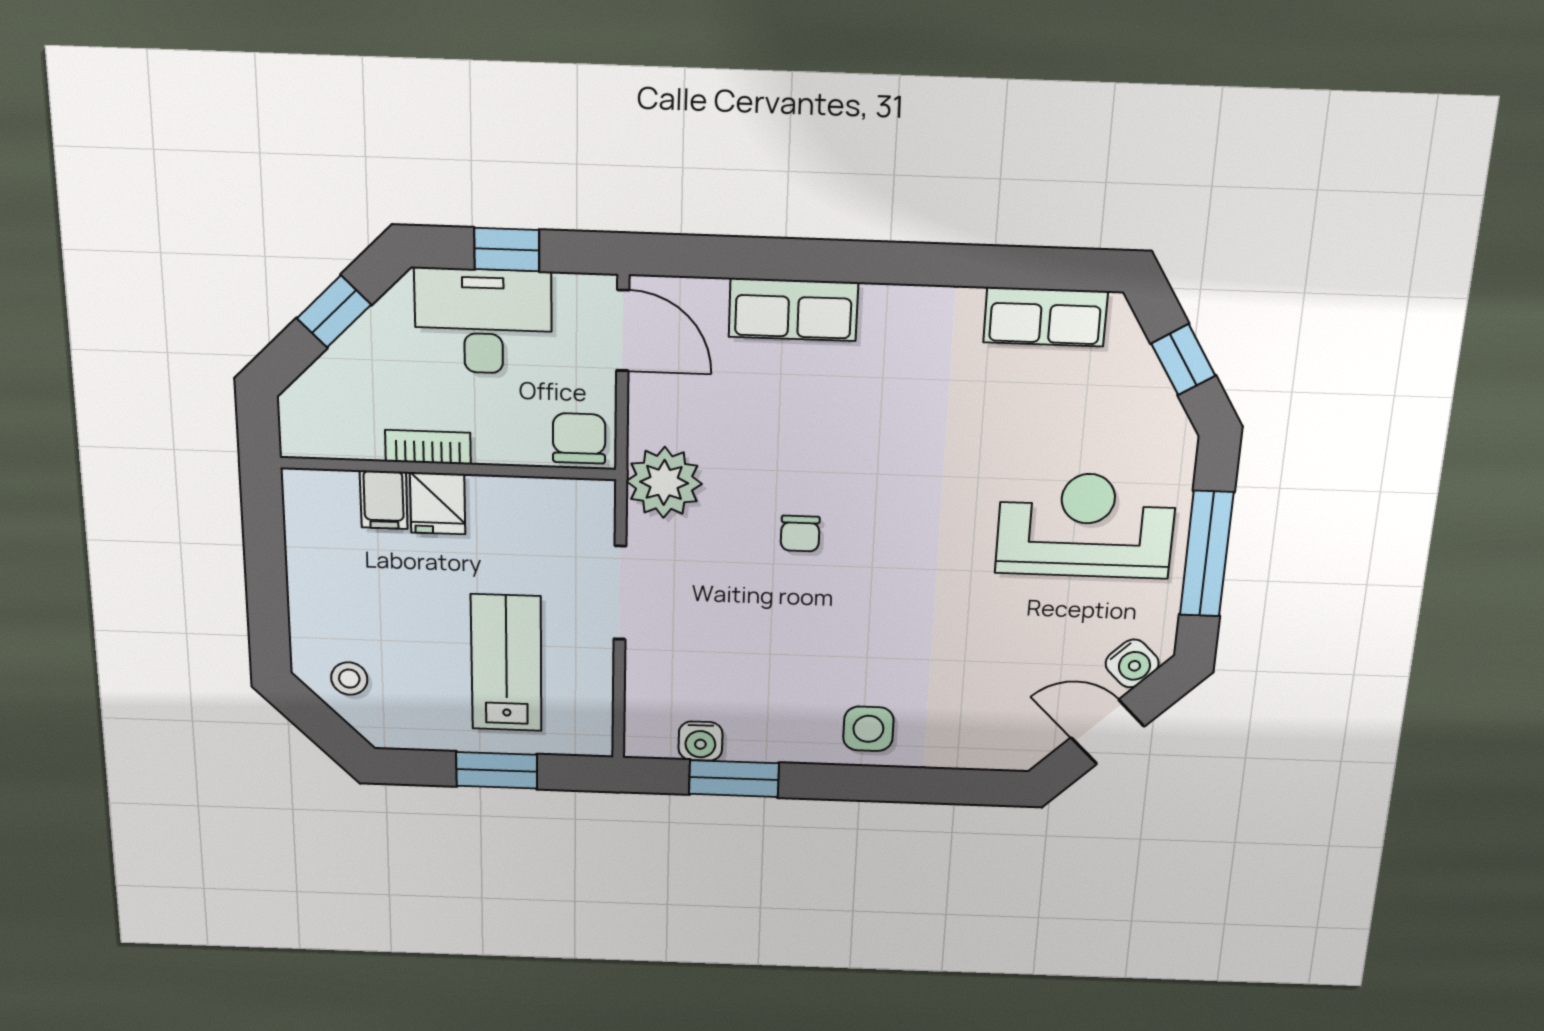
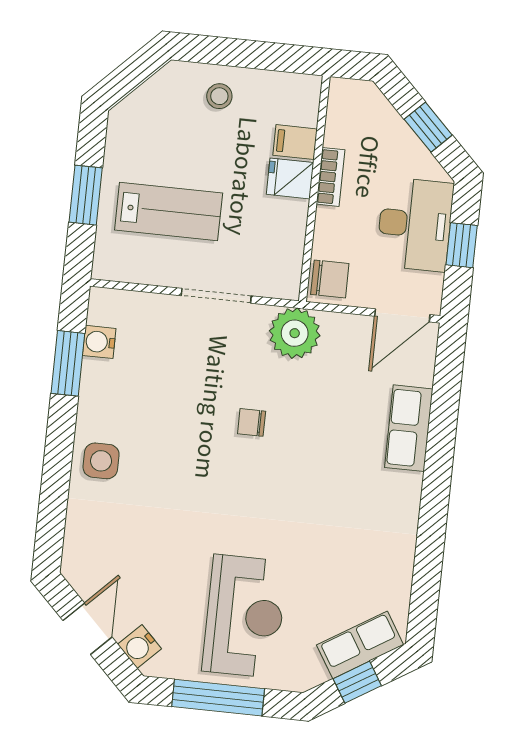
row of seats: (1045, 317) -> (360, 645), moved, turned 58
stool: (349, 679) -> (219, 96), moved

